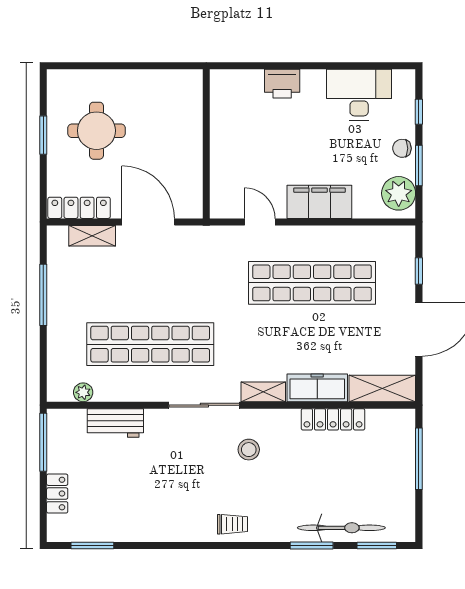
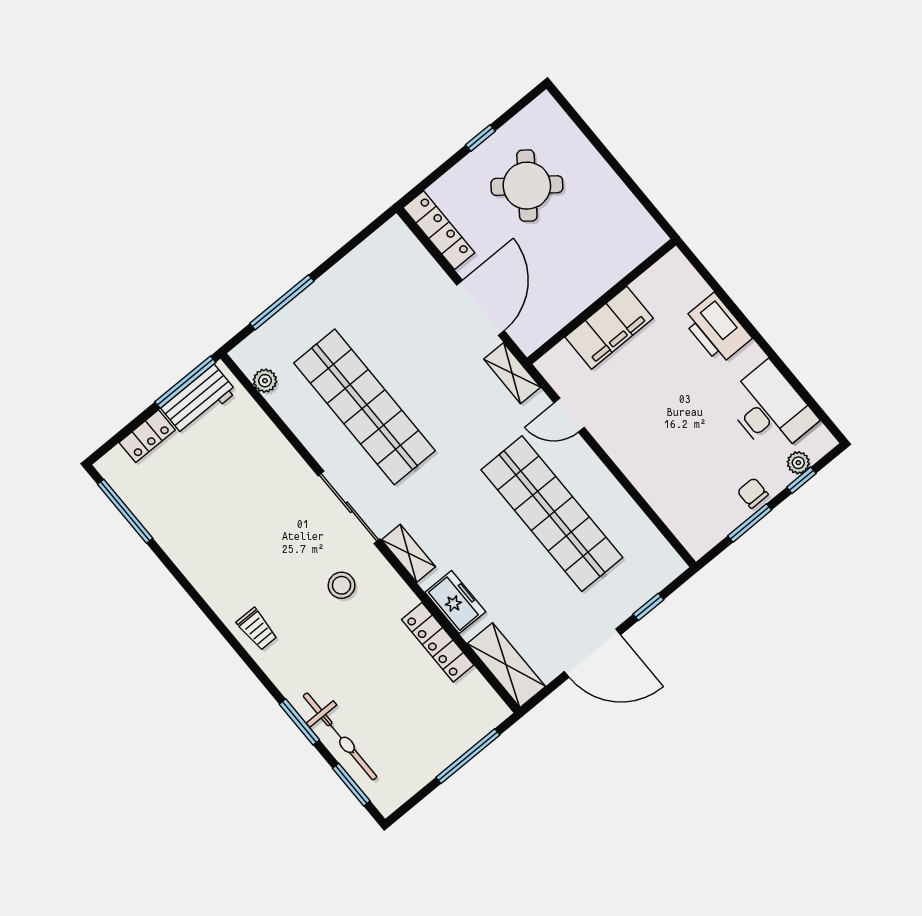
printer: (282, 84) -> (717, 329), width x1.37, depth x1.19
round table: (96, 131) -> (527, 186), turned 37
window: (43, 135) -> (480, 138), width x0.67
plant: (399, 193) -> (798, 463), moved, width x0.53, depth x0.53
filing cabinet: (319, 202) -> (609, 328), moved, turned 90
door: (260, 222) -> (569, 415), swing flipped
shelving: (92, 236) -> (512, 373), moved
window: (43, 295) -> (282, 302), moved
freezer: (317, 388) -> (455, 602), width x0.71
workbench: (115, 423) -> (199, 400), moved, turned -90
window: (92, 545) -> (125, 511), width x1.44

